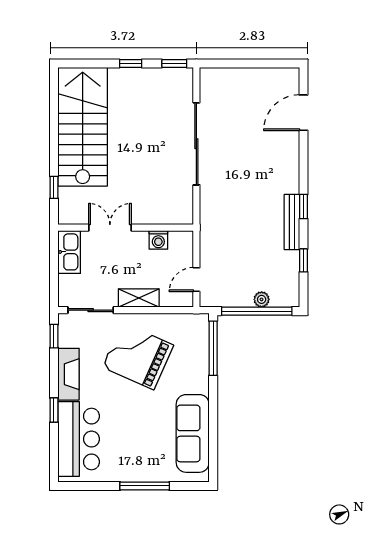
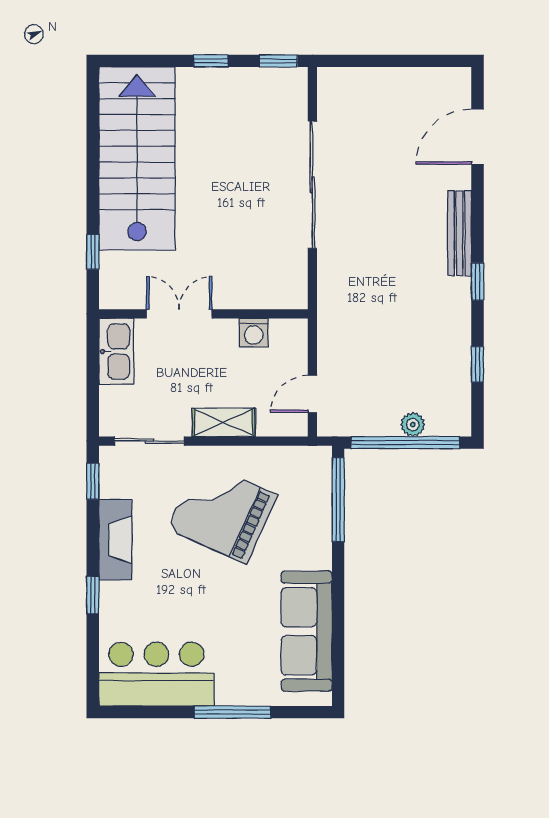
bench: (292, 222) -> (460, 233), moved
bar counter: (79, 439) -> (156, 674), moved, turned -90

